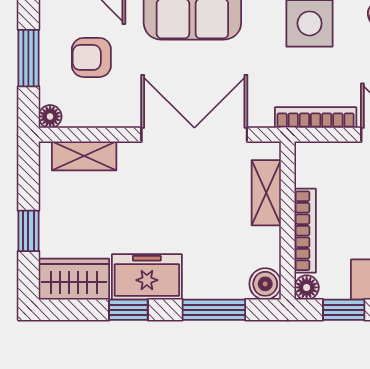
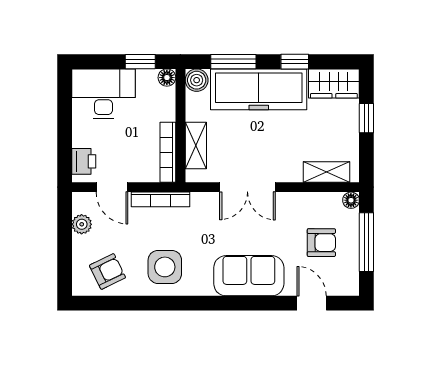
window: (28, 58) -> (366, 242), width x1.44
double door: (194, 135) -> (247, 187), width x0.73
bookcase: (305, 231) -> (168, 152), moved
freezer: (147, 277) -> (259, 89), width x1.91, depth x1.26

